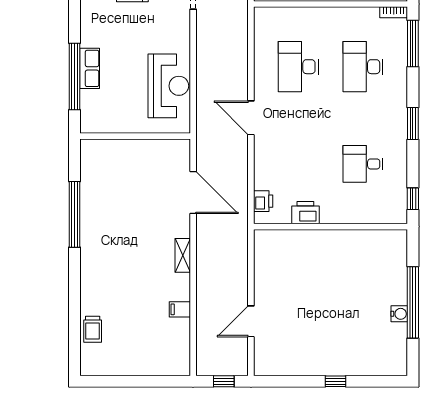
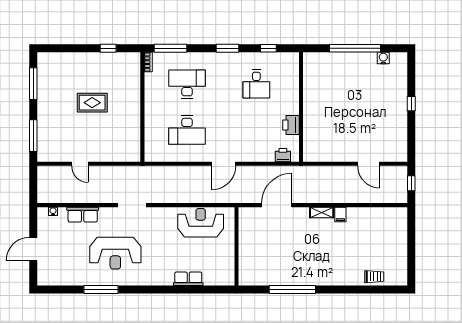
desk: (363, 67) -> (187, 84), turned 180
window: (75, 77) -> (194, 290), removed
window: (413, 199) -> (268, 48), moved
filing cabinet: (180, 309) -> (340, 214), moved
water cooler: (399, 314) -> (383, 58), moved

